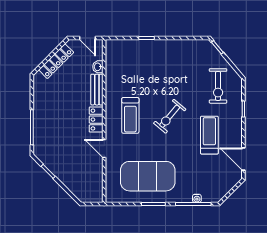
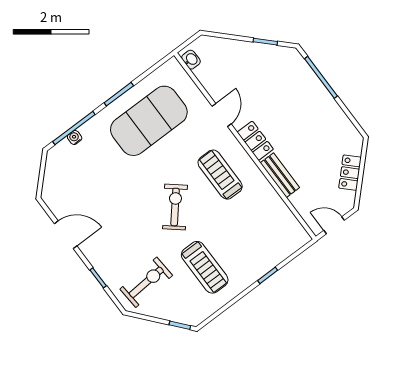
locker: (56, 61) -> (350, 173), width x0.66
washbasin: (98, 67) -> (191, 60), moved
exercise bike: (218, 86) -> (146, 282), turned 86
treadmill: (209, 135) -> (205, 267), moved
door: (104, 148) -> (222, 115), hinge flipped
door: (243, 159) -> (66, 235), moved

